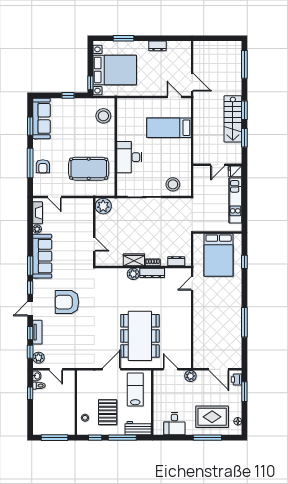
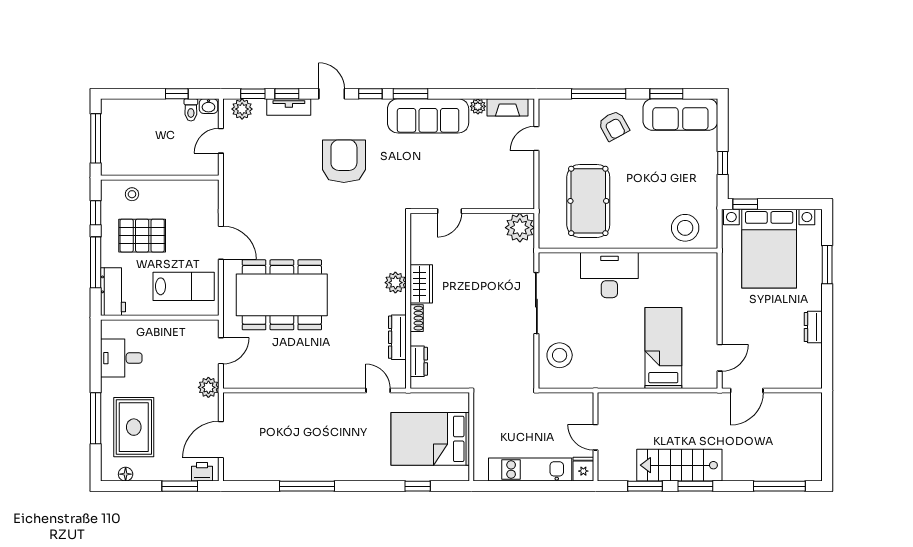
armchair: (43, 166) -> (614, 126), moved, turned -119
dresser: (152, 273) -> (397, 337), moved

